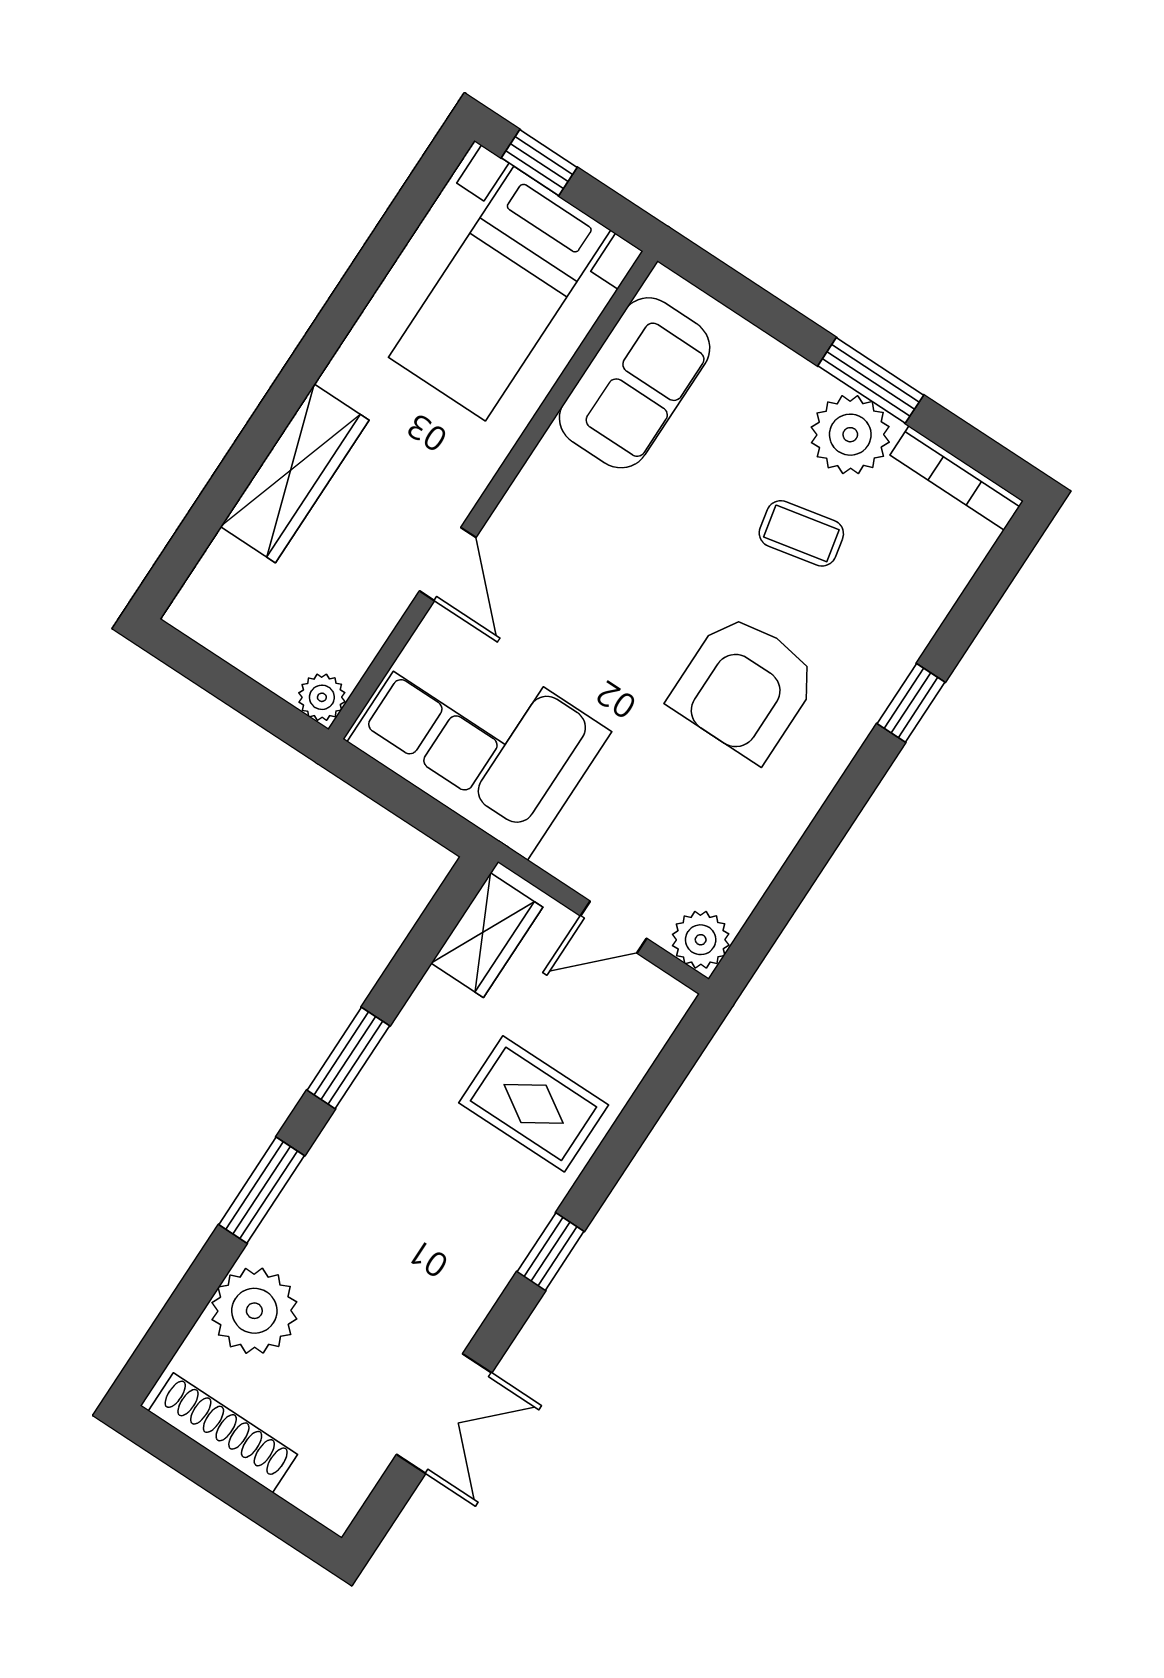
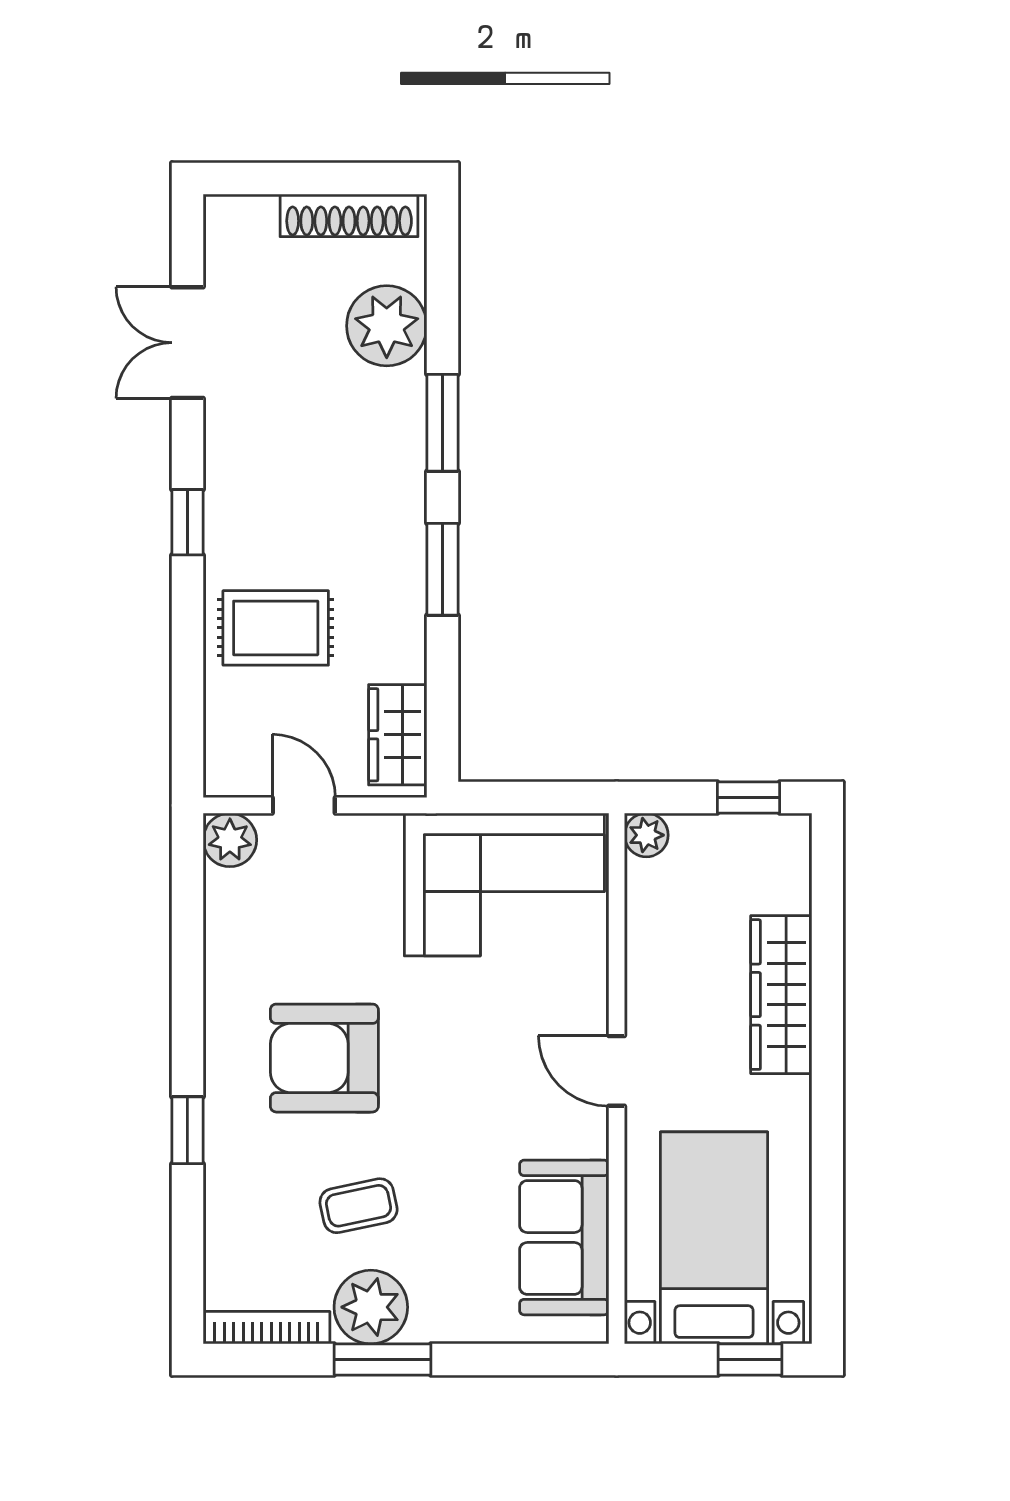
door: (448, 564) -> (617, 1071), moved
window: (208, 671) -> (748, 798), added
armchair: (745, 687) -> (324, 1058), turned -90
door: (613, 927) -> (304, 805), hinge flipped

